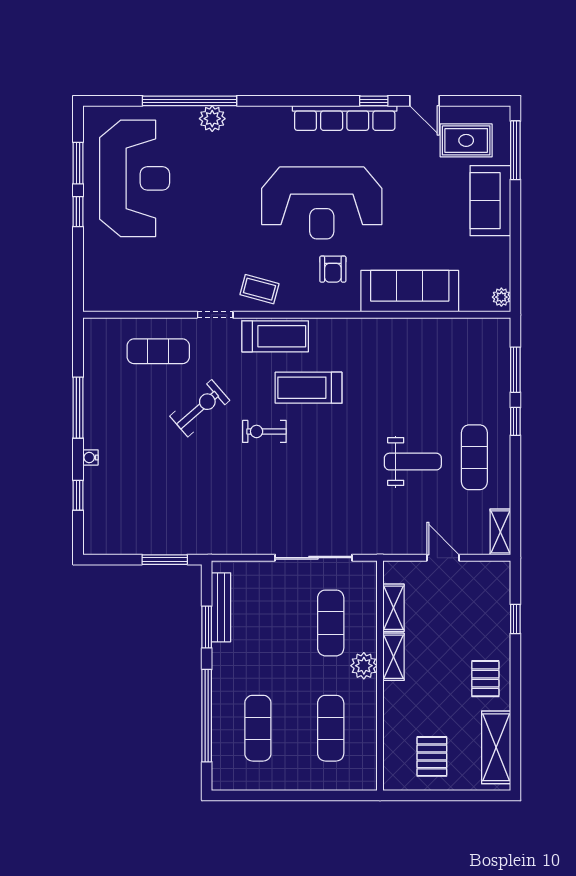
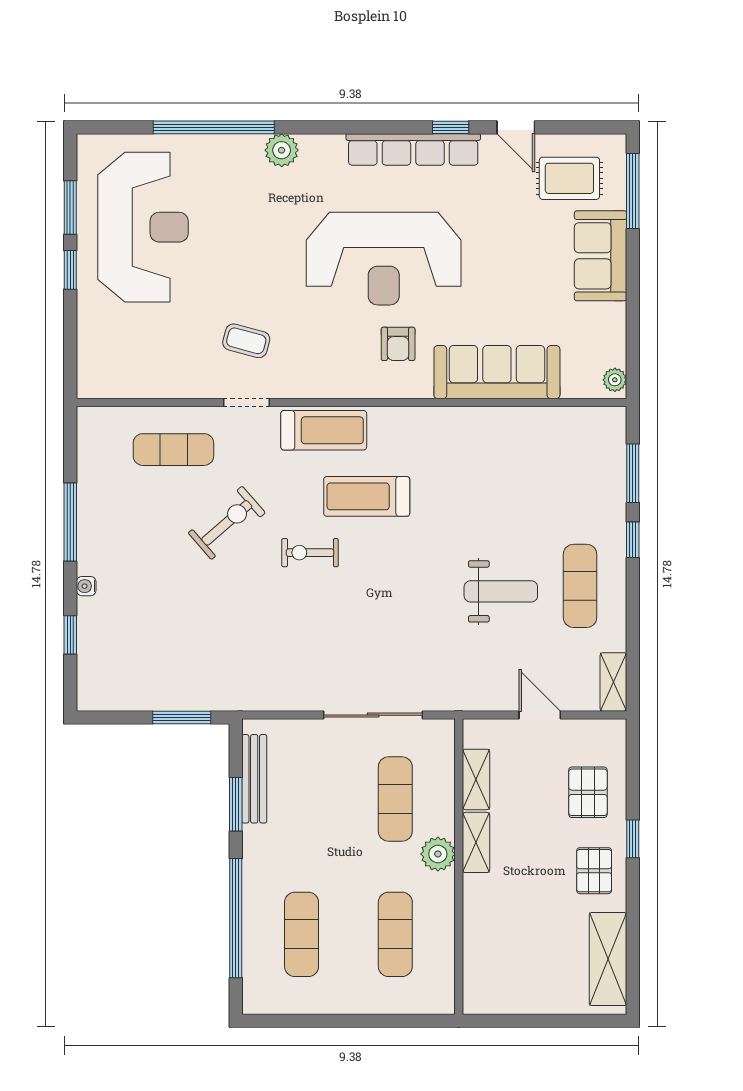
plant: (212, 119) -> (282, 150), moved
coffee table: (259, 289) -> (246, 341), moved
window: (515, 619) -> (633, 839), moved
pallet: (432, 756) -> (588, 792), moved

